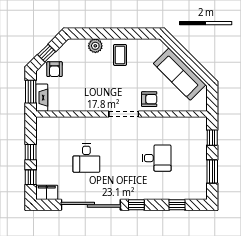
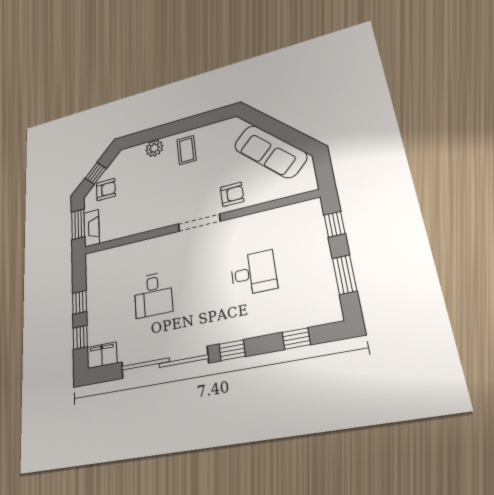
armchair: (54, 69) -> (106, 190), turned -90

